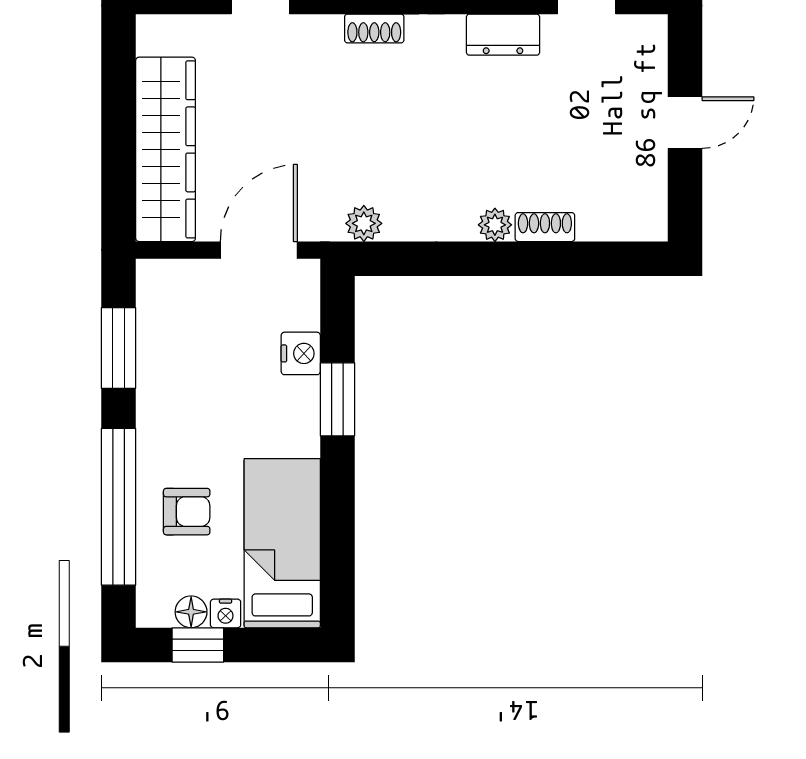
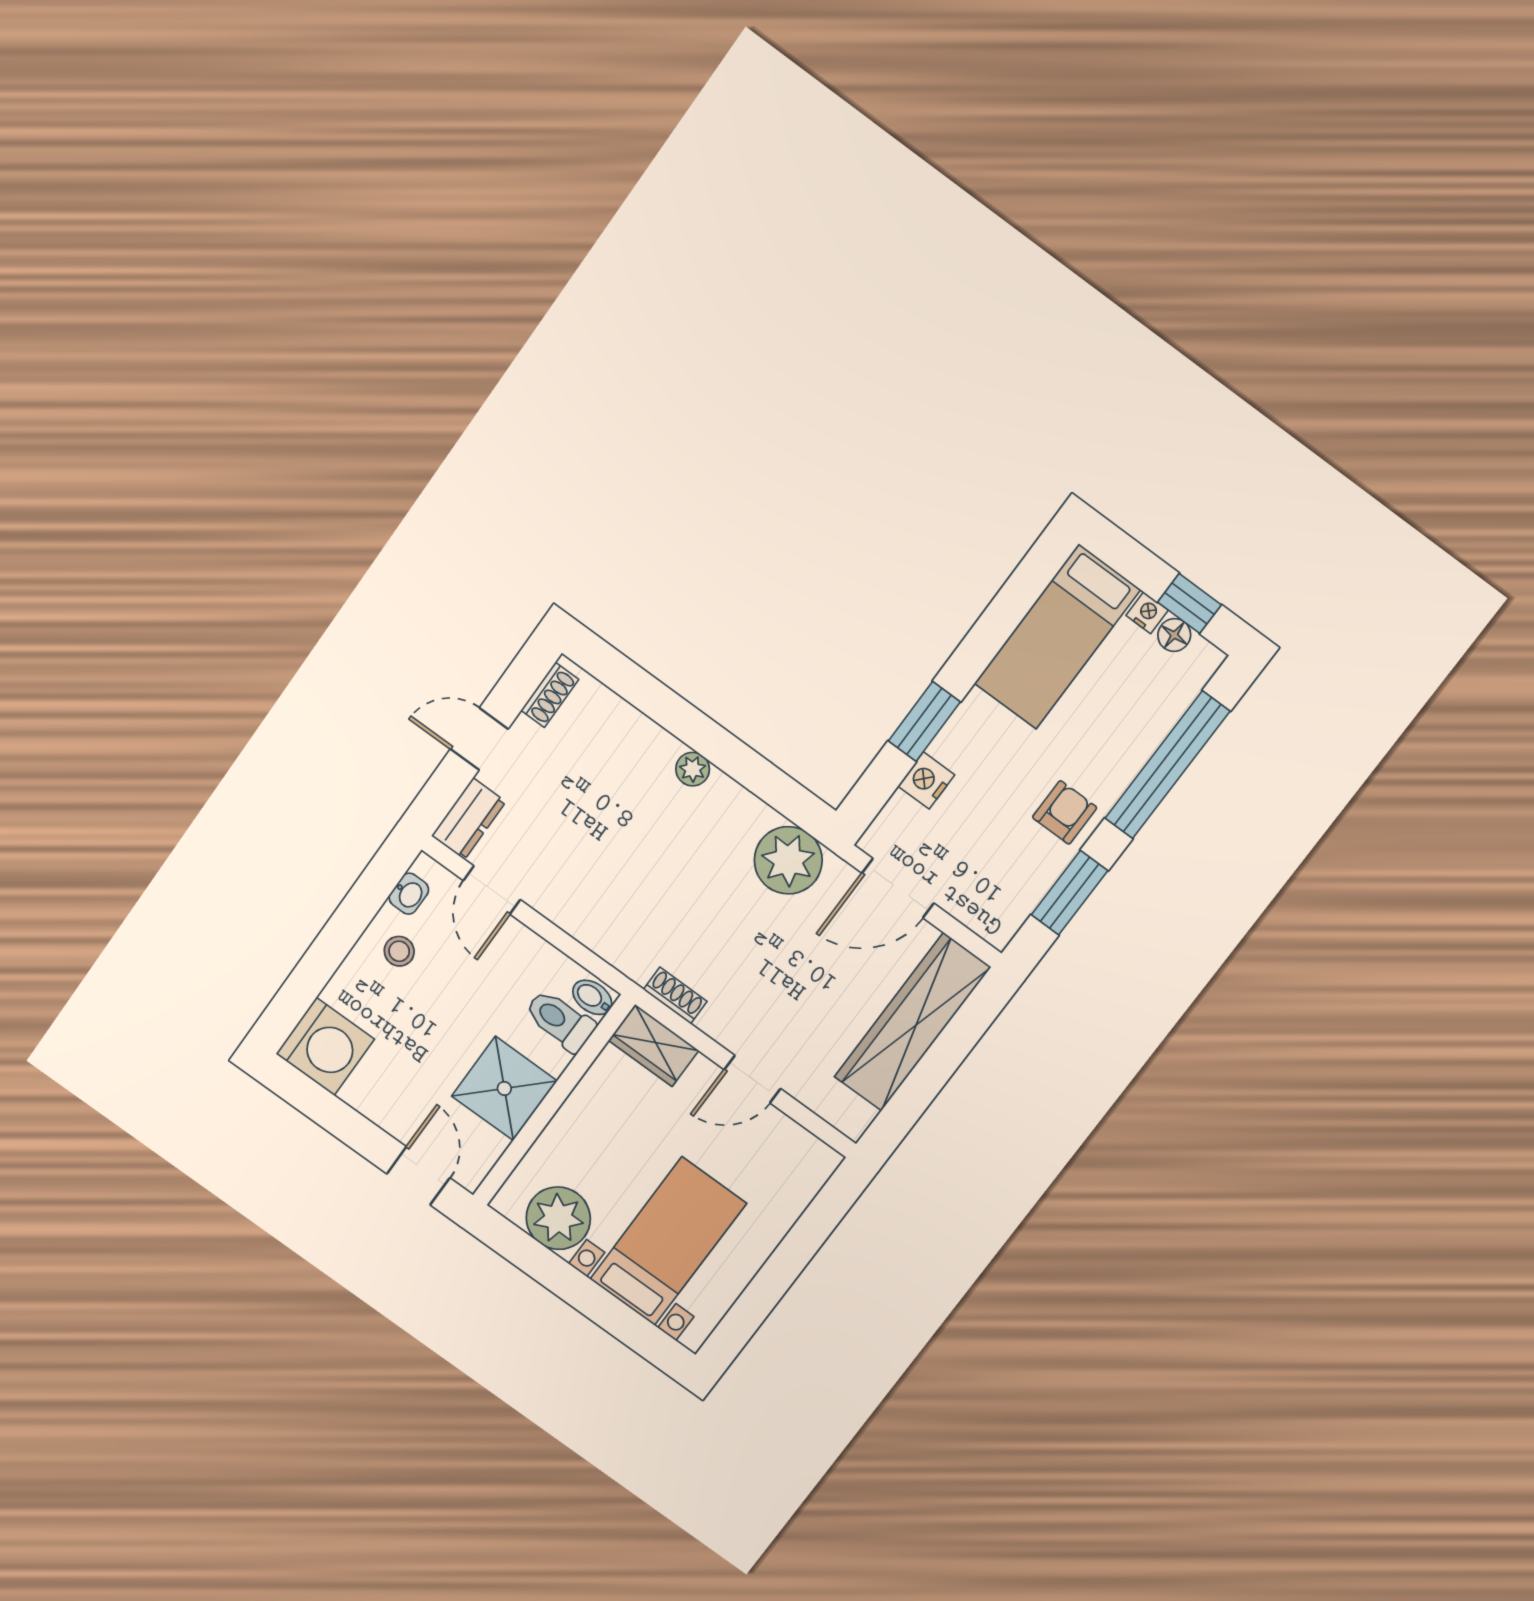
dresser: (503, 35) -> (469, 819), moved, turned 90
plant: (364, 223) -> (788, 860), width x1.87, depth x1.87
shoe rack: (545, 227) -> (550, 695), moved, turned -90
armchair: (187, 512) -> (1065, 812), moved, turned 90

